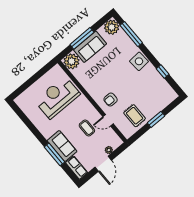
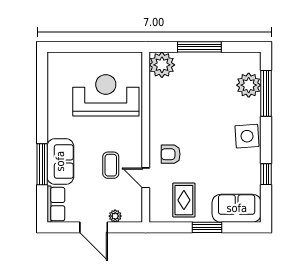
plant: (112, 27) -> (249, 85), moved
sofa: (90, 47) -> (237, 208), moved, turned 180
door: (103, 164) -> (94, 227), hinge flipped

